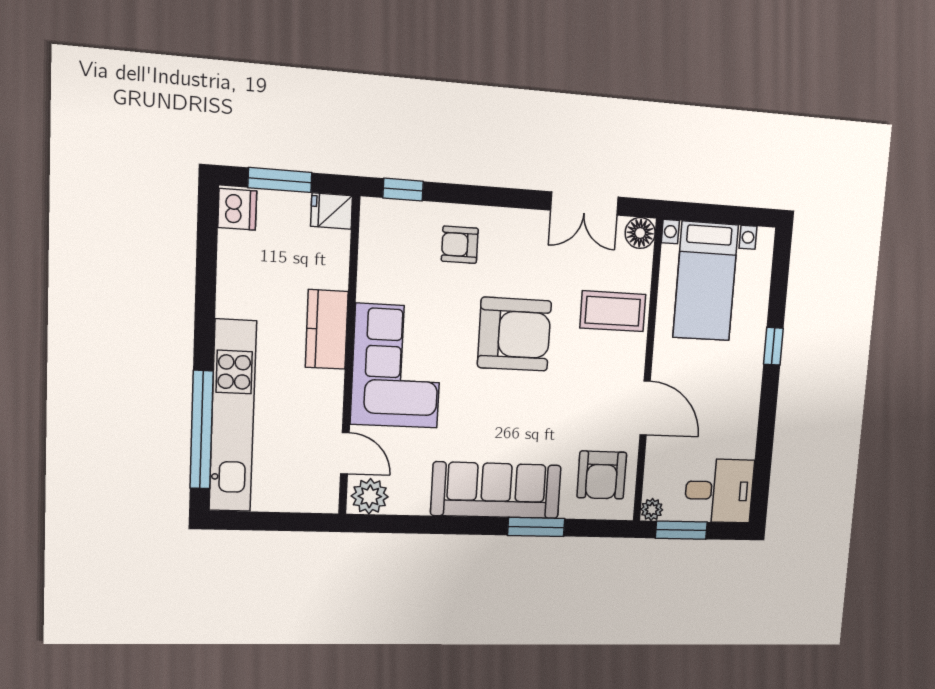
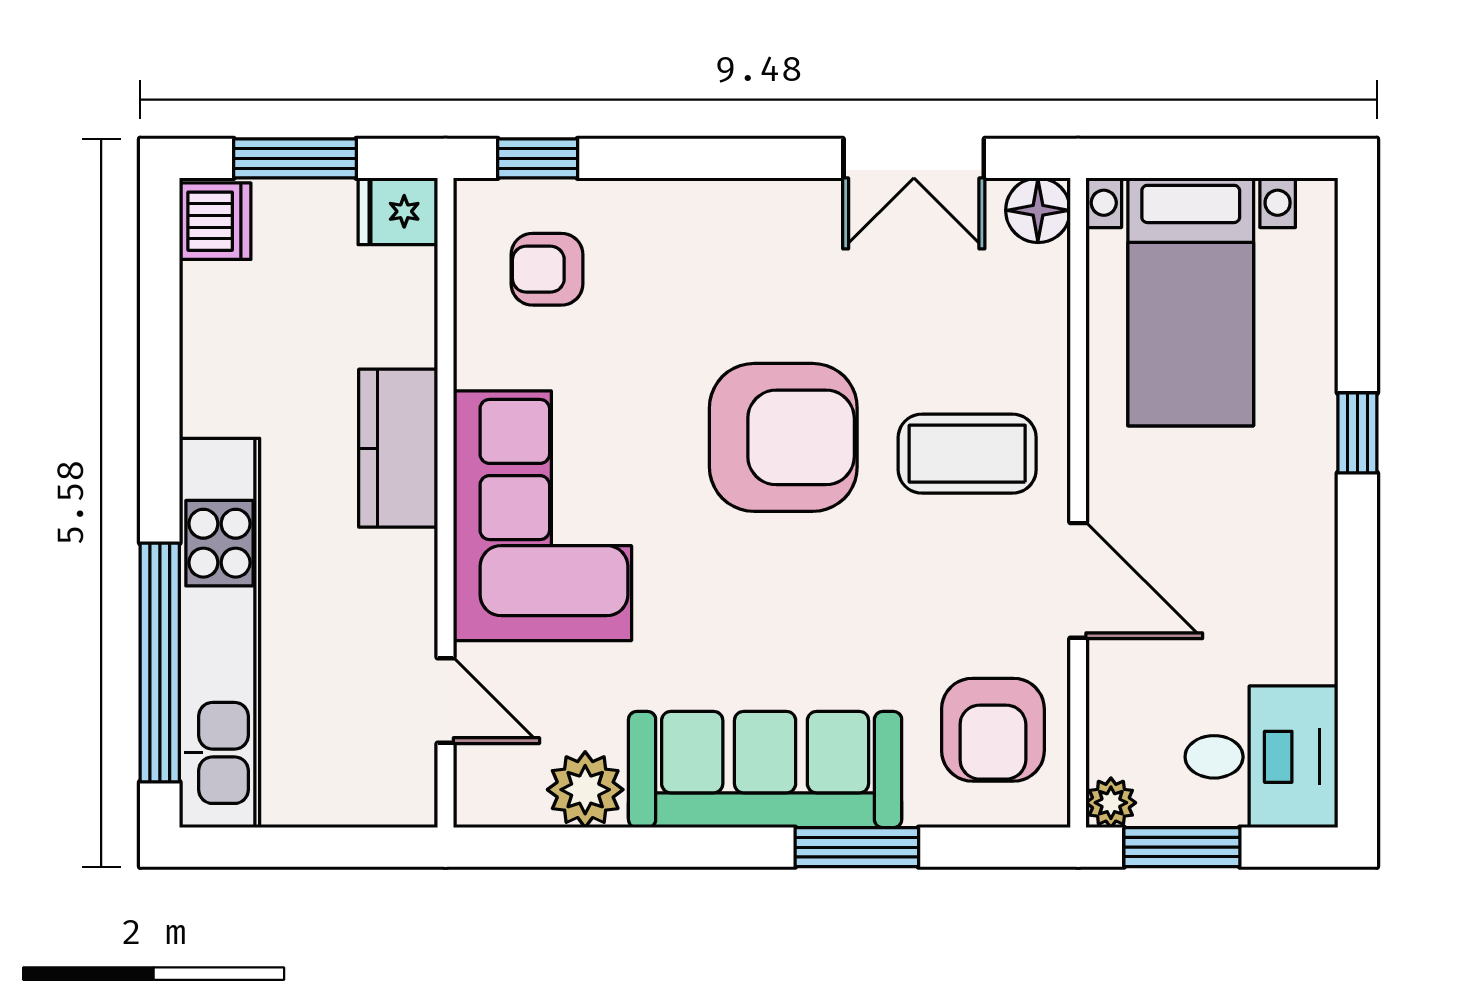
armchair: (460, 245) -> (547, 269), moved
coffee table: (613, 311) -> (967, 454), moved
plant: (370, 496) -> (585, 790), moved

